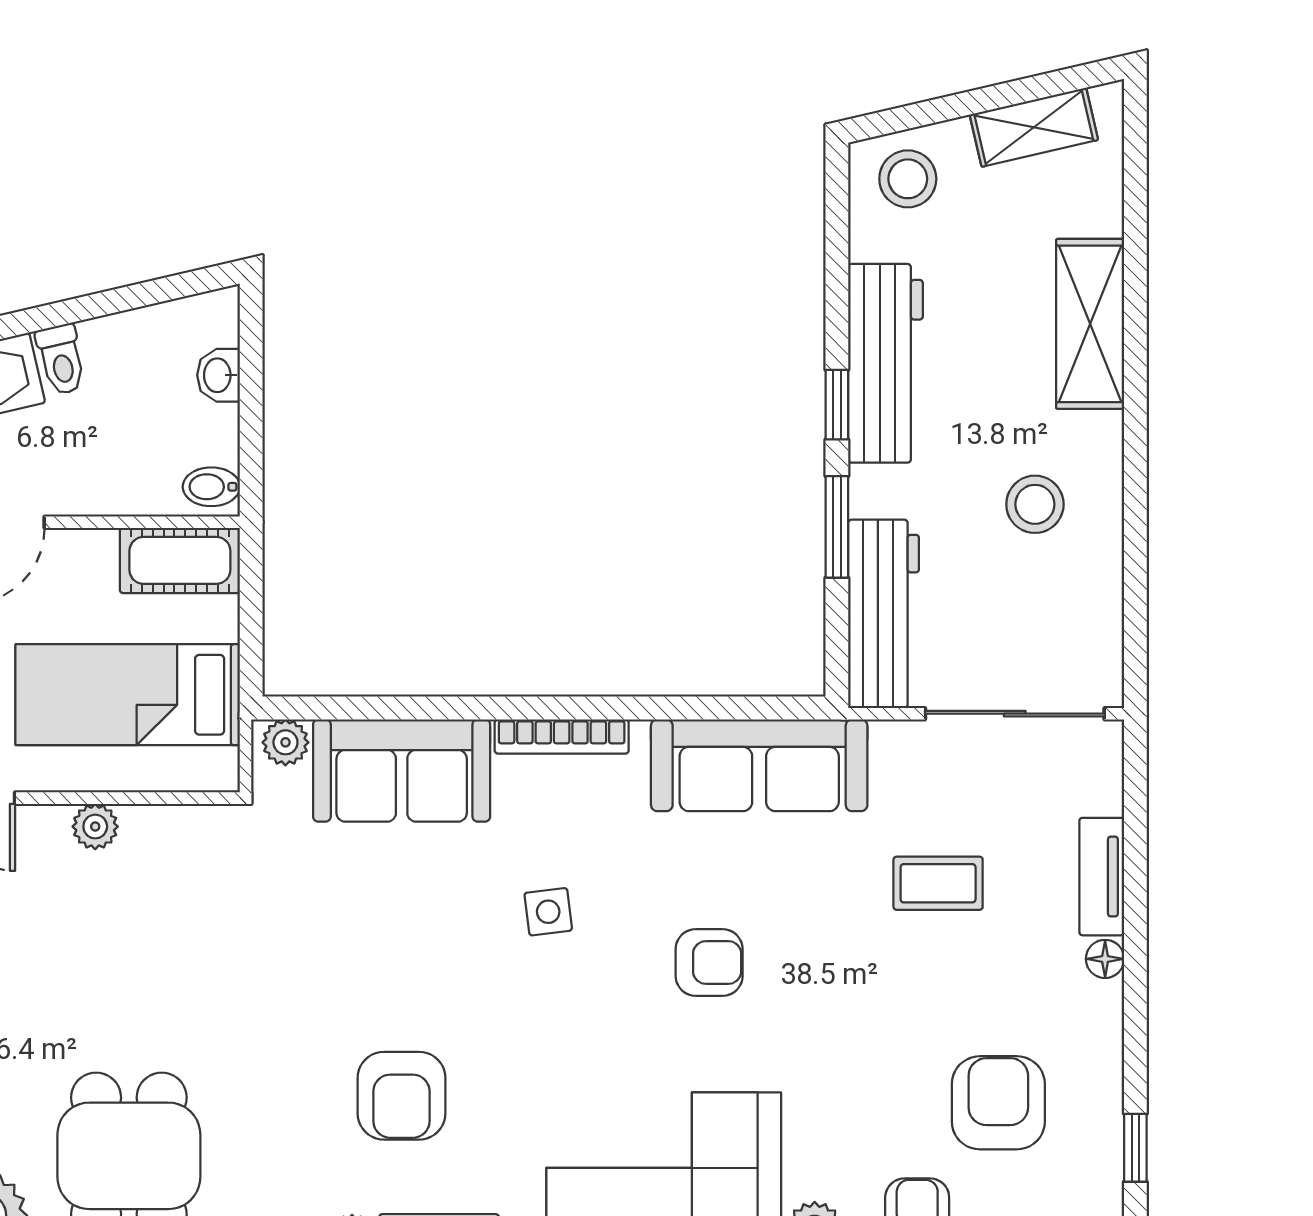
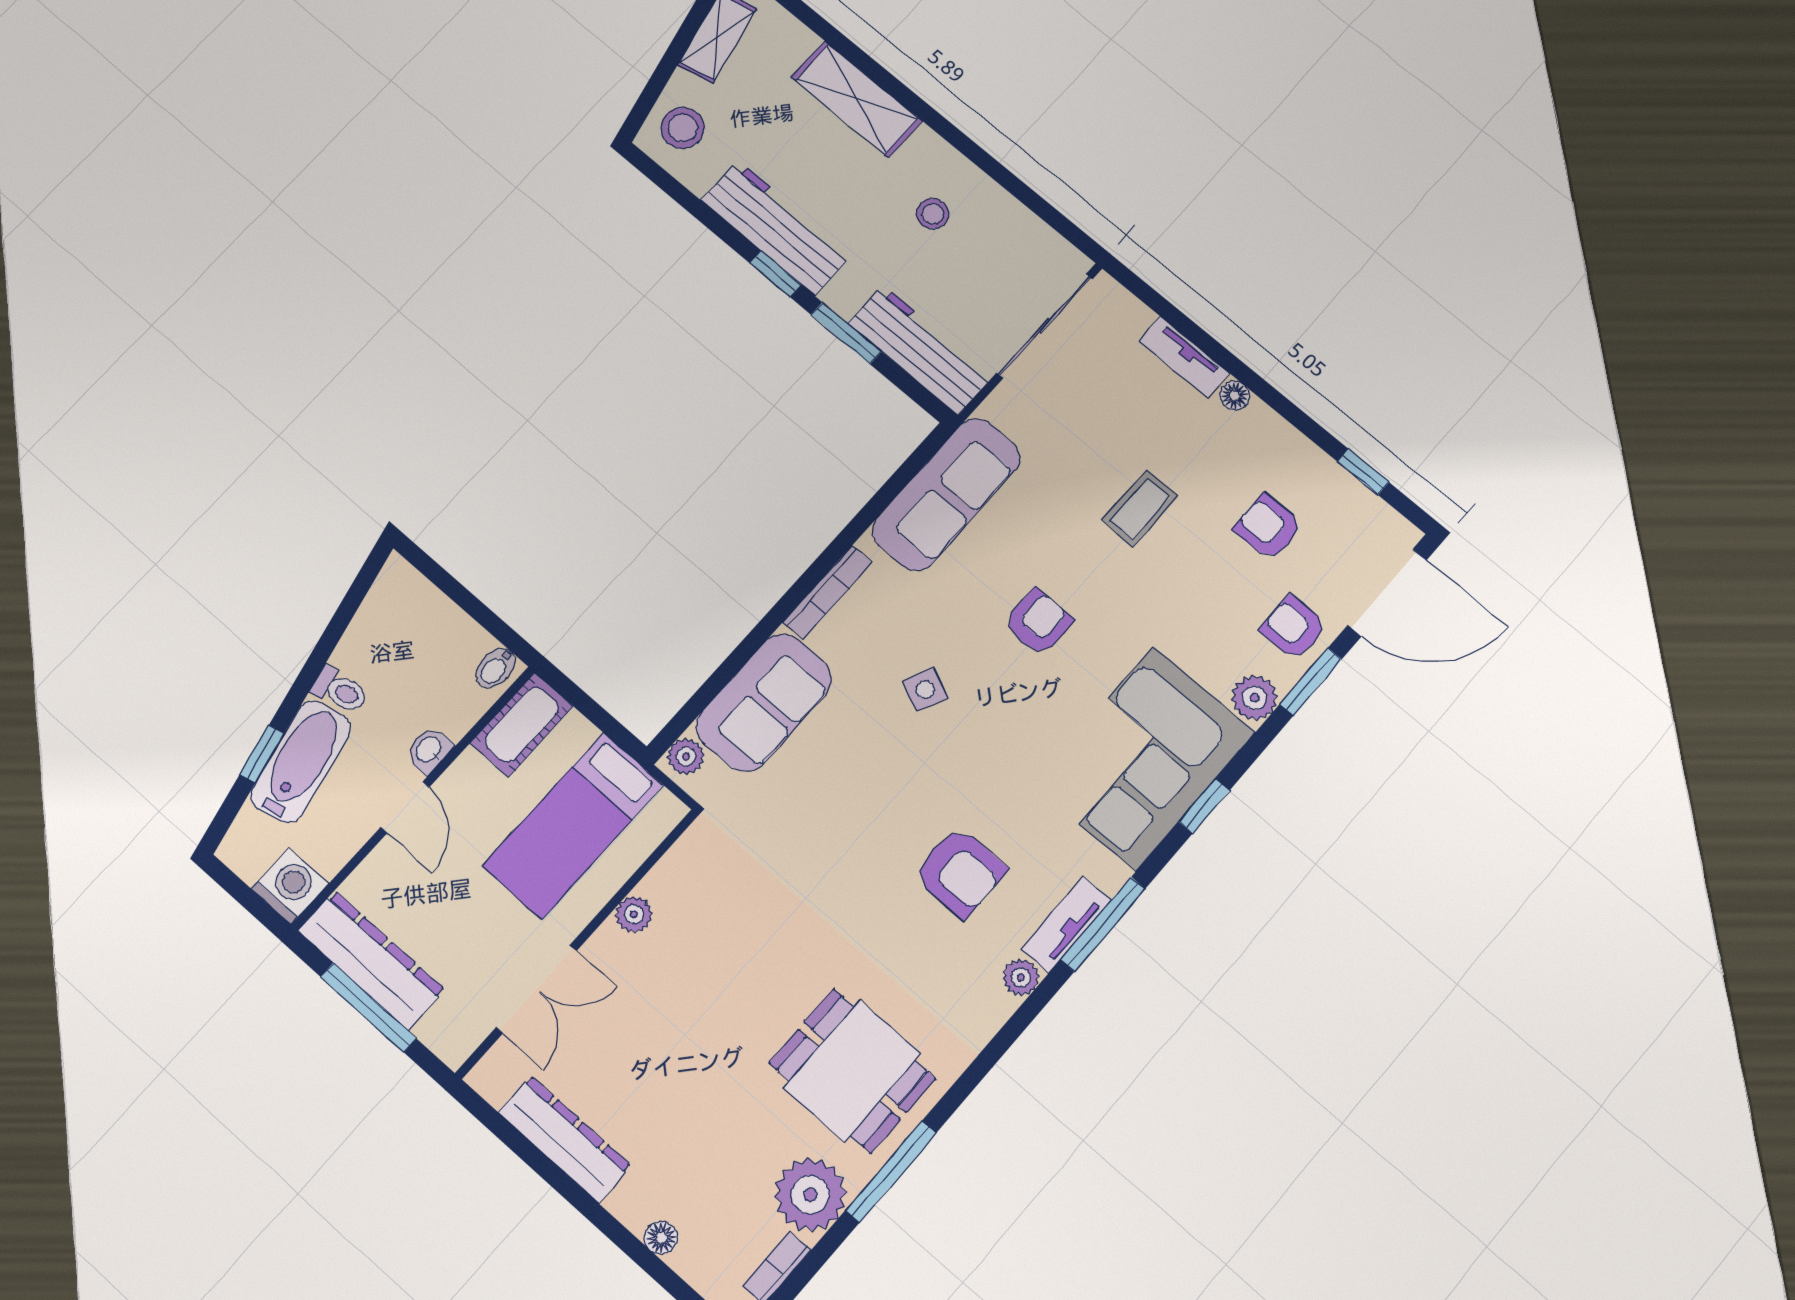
washbasin: (219, 375) -> (429, 750), moved, turned 90
stool: (1035, 504) -> (933, 214), width x0.73, depth x0.73
coffee table: (938, 883) -> (1140, 509), moved
side table: (548, 912) -> (925, 690), turned 33
armchair: (998, 1103) -> (1268, 527), width x0.72, depth x0.72

